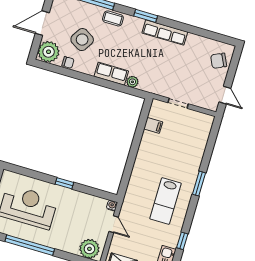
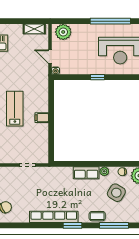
row of seats: (165, 32) -> (54, 217), width x1.36
plant: (132, 82) -> (104, 171), moved
filing cabinet: (153, 125) -> (42, 118), moved
lab bench: (166, 201) -> (15, 109), moved

